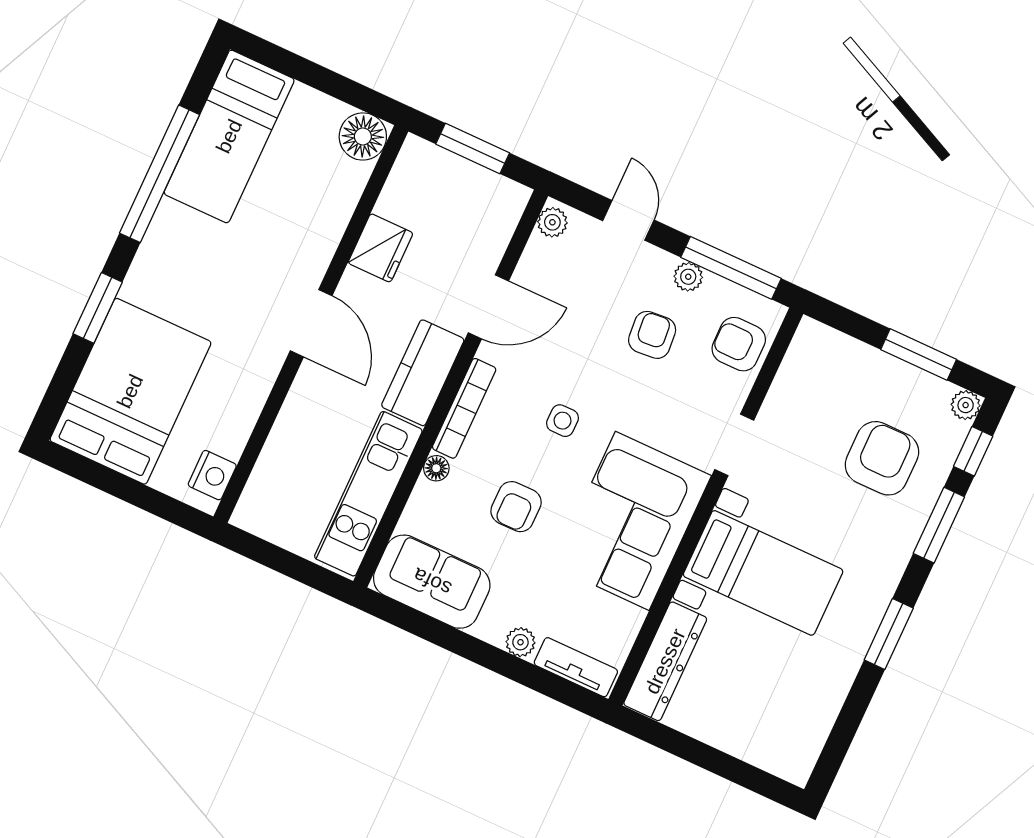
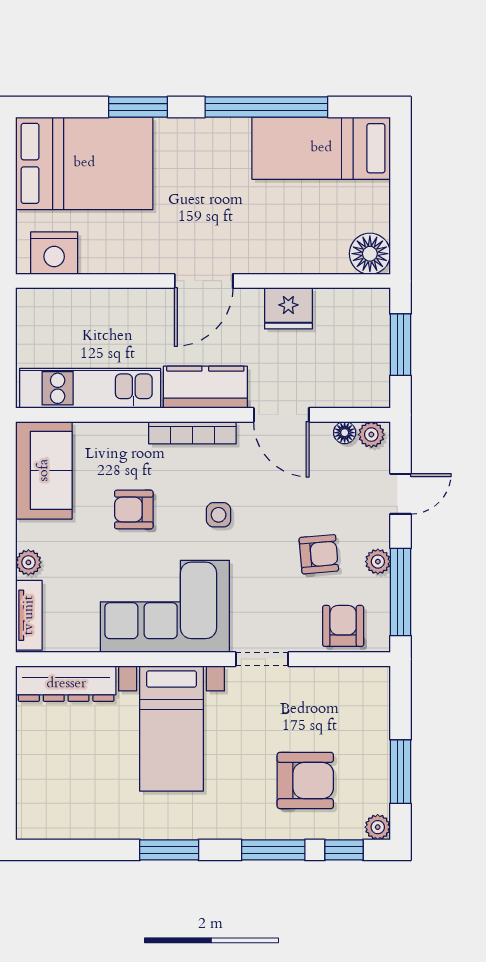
floor lamp: (436, 468) -> (345, 433), moved
nightstand: (212, 475) -> (54, 253), width x1.36, depth x1.33

